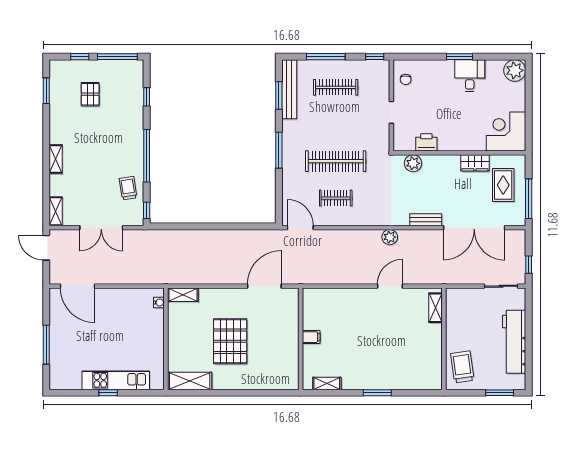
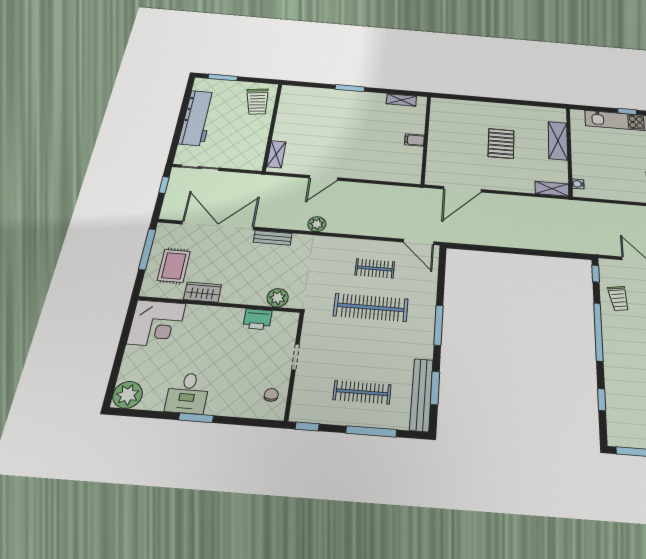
pallet: (230, 341) -> (501, 143), width x0.73, depth x0.71
shelving: (190, 381) -> (558, 141), moved, turned 90

